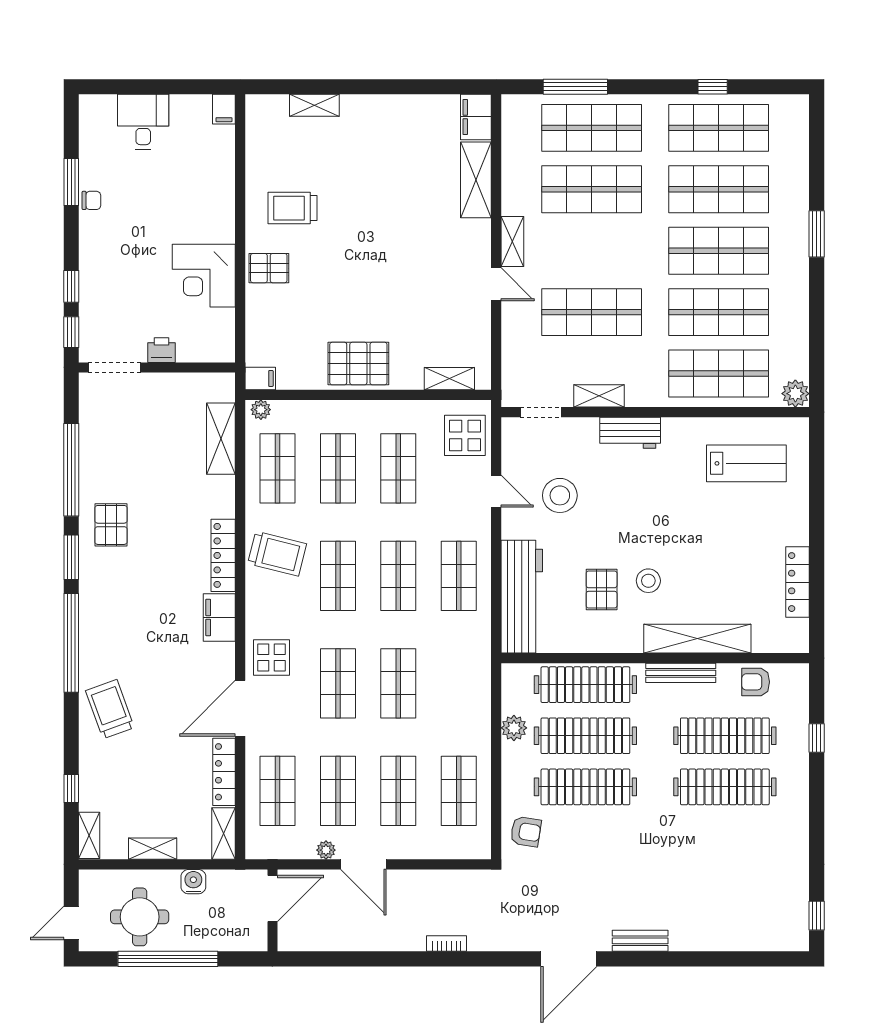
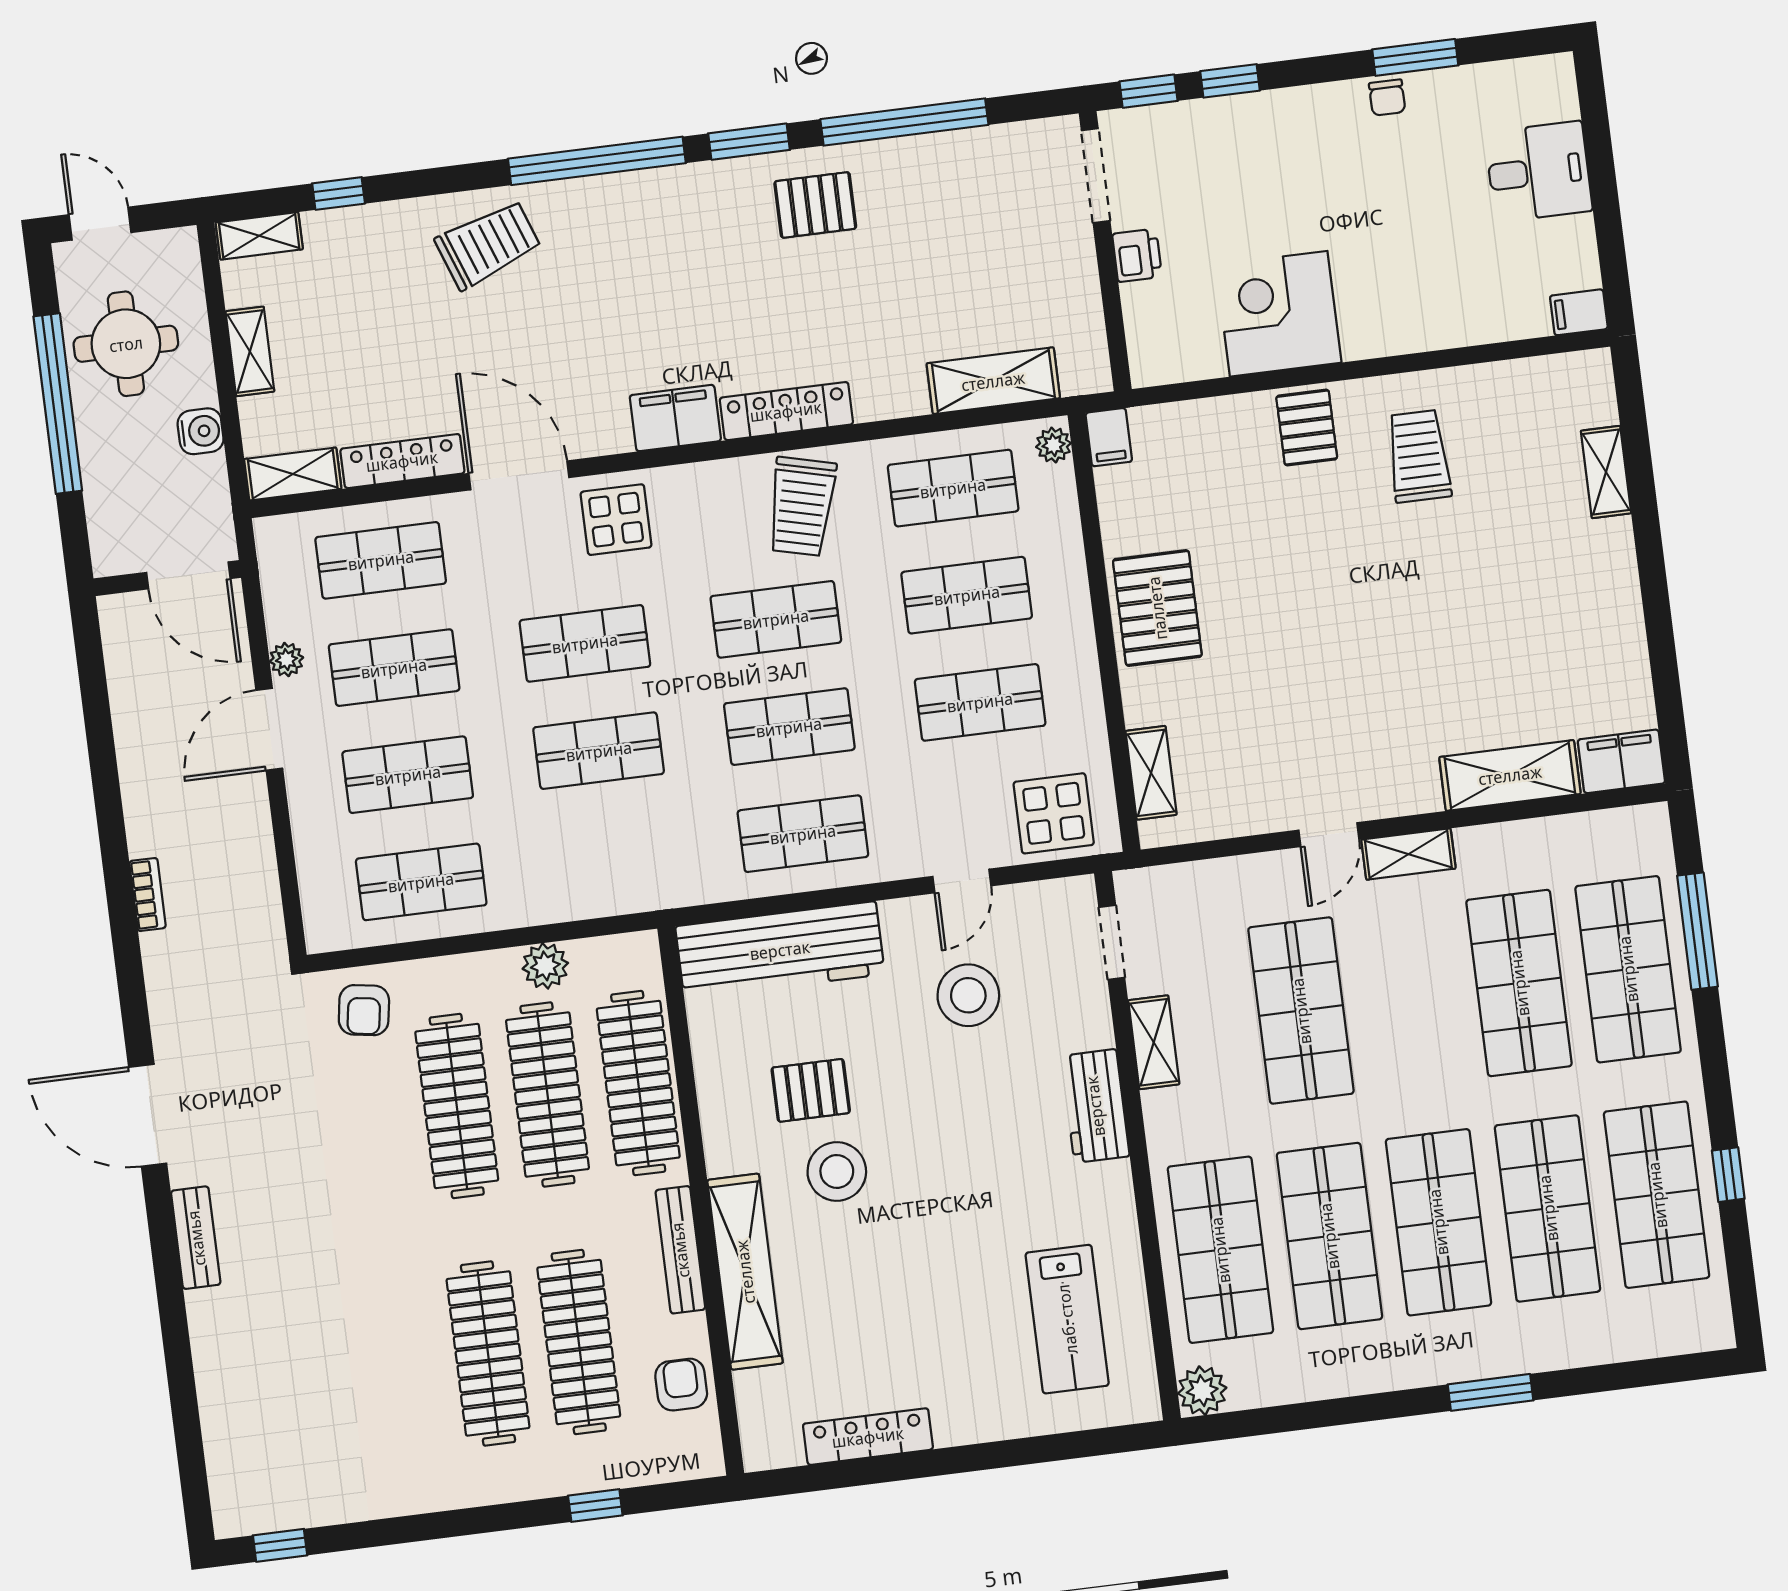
stool: (648, 581) -> (837, 1171), width x1.38, depth x1.38

